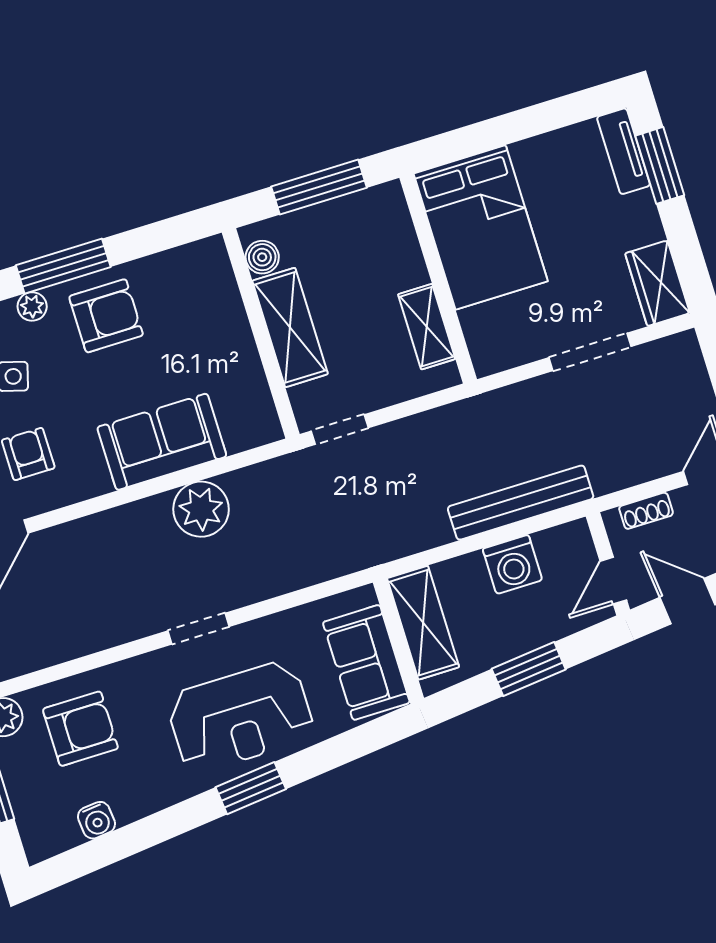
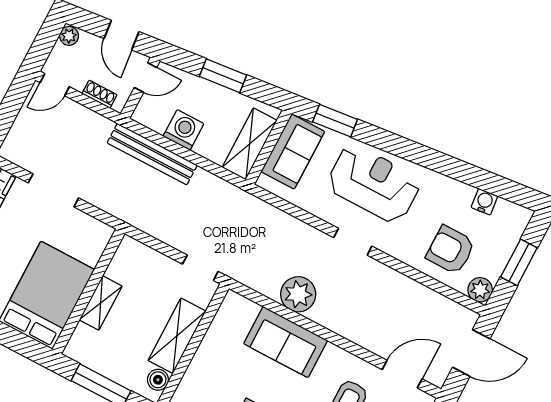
shelving: (427, 327) -> (101, 303), moved
window: (251, 788) -> (335, 121), moved

